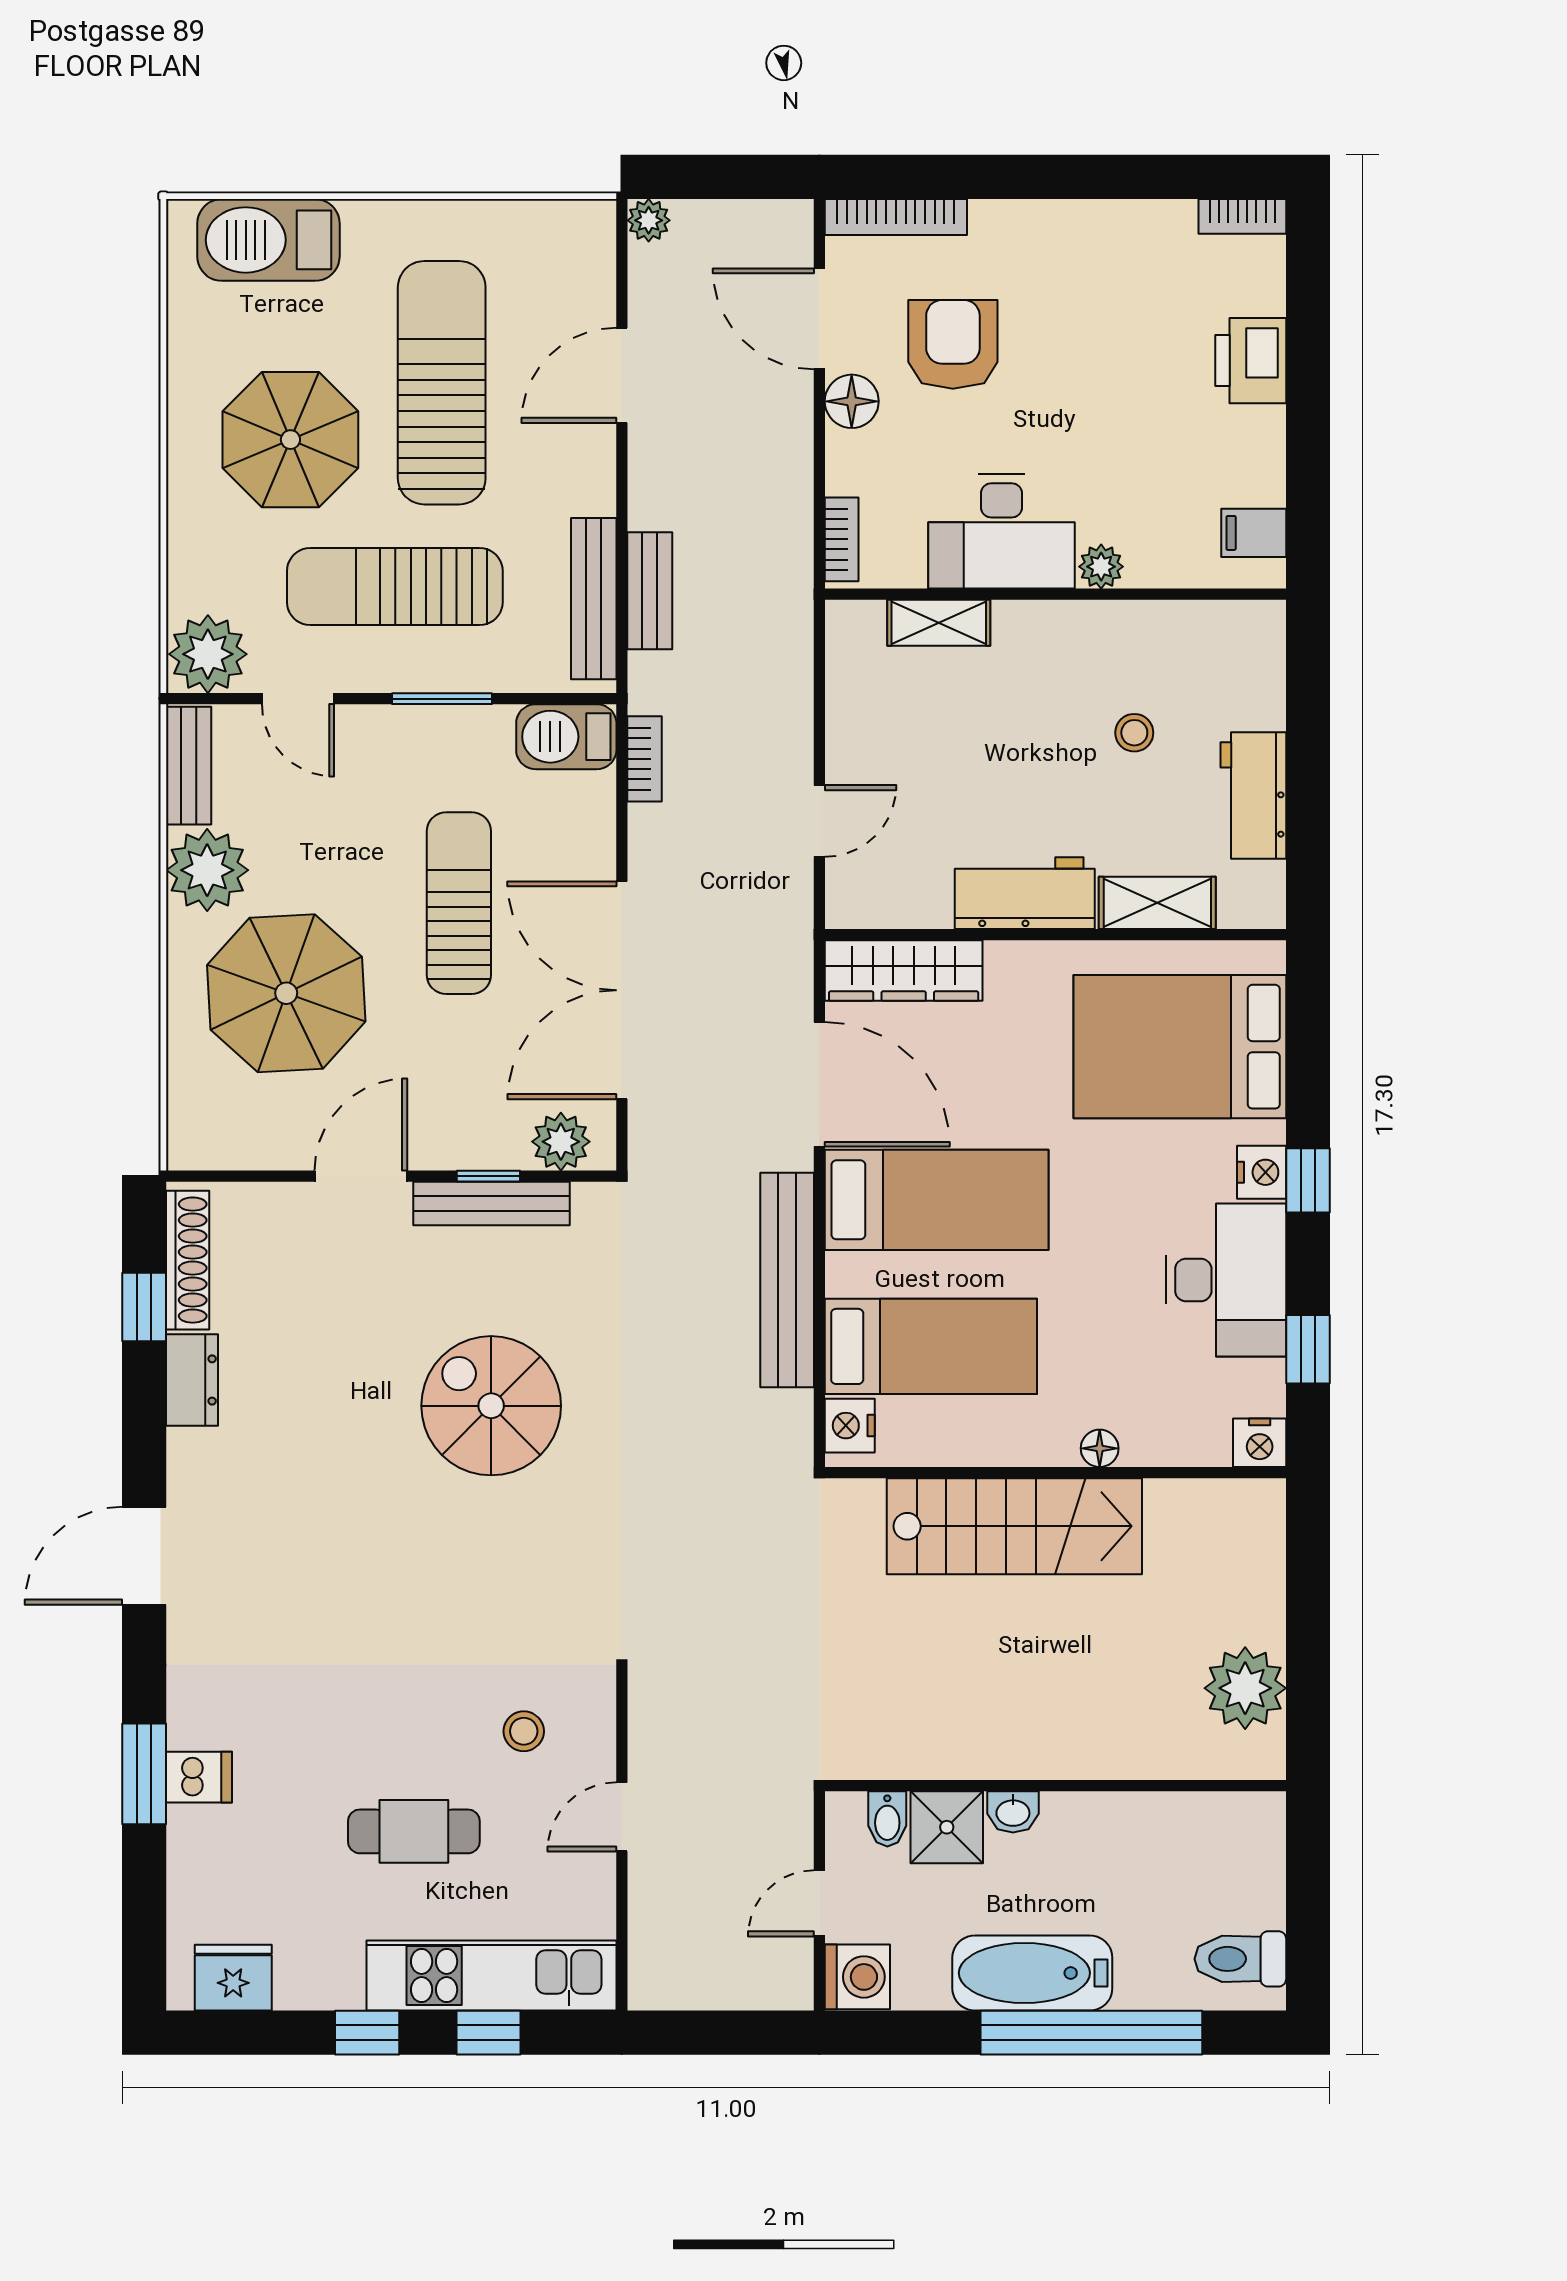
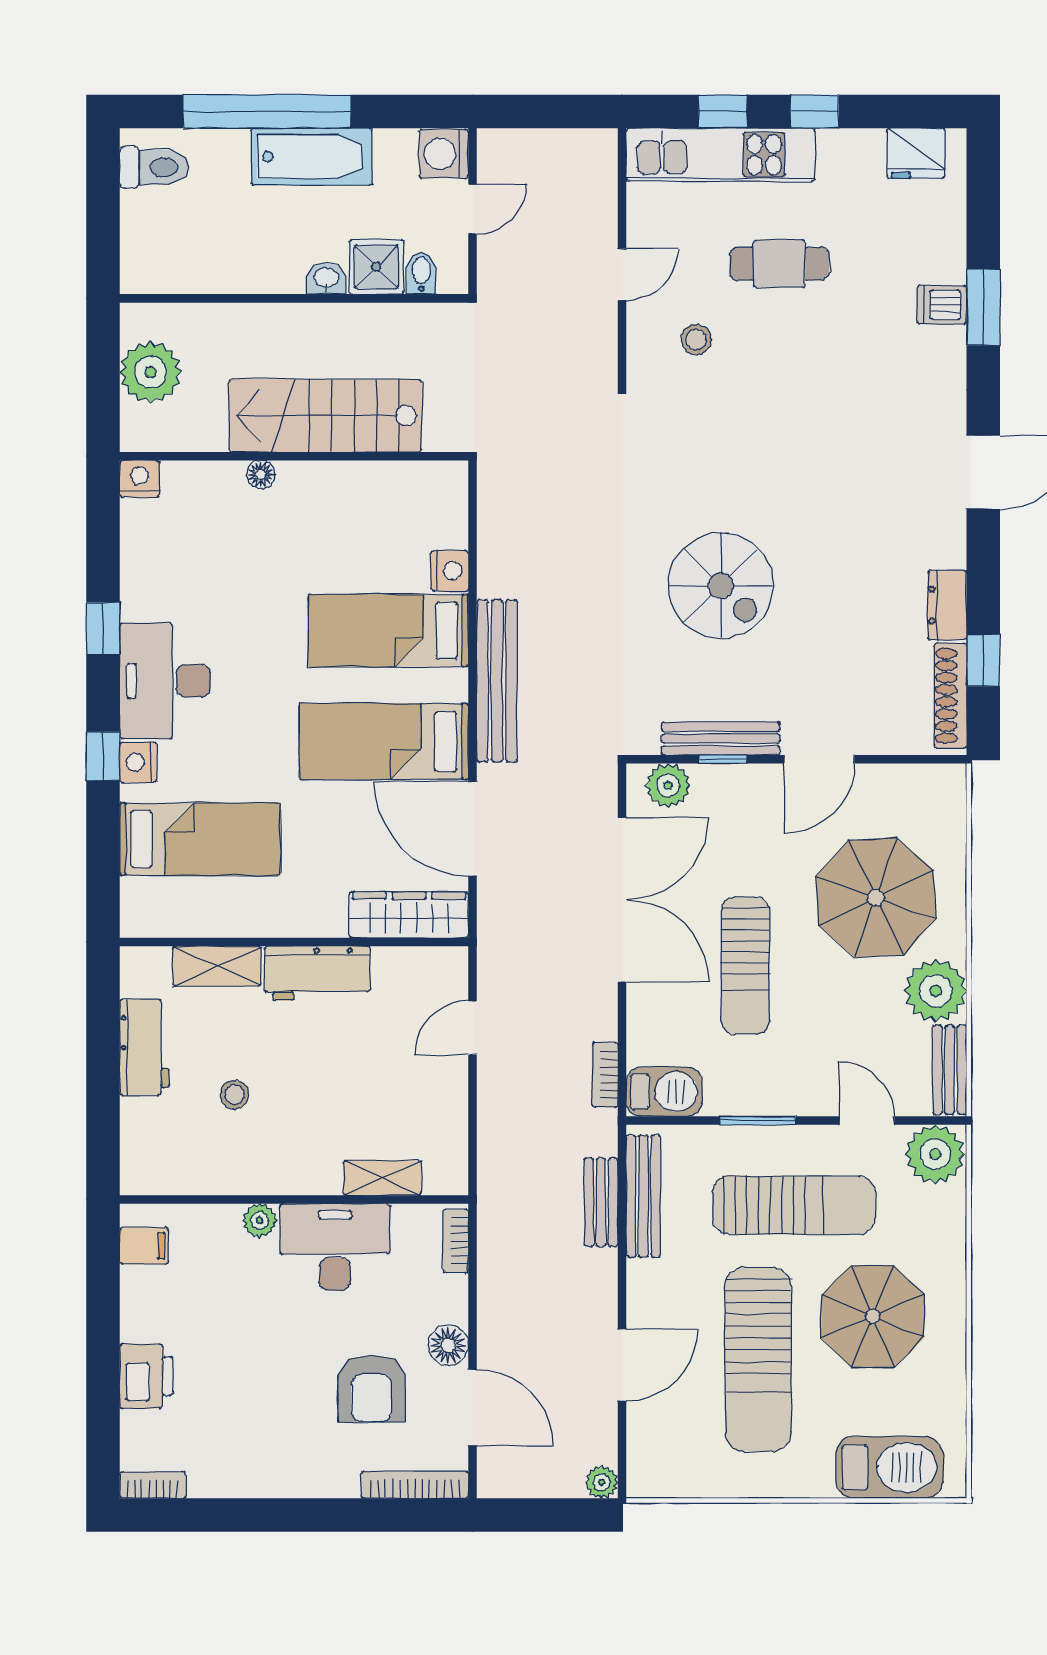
bed: (1180, 1047) -> (200, 839), width x0.67
nightstand: (1260, 1443) -> (140, 479), moved
floor lamp: (1100, 1448) -> (261, 475), moved
wall: (1055, 1473) -> (294, 456), moved
stairs: (1014, 1526) -> (325, 416), moved

